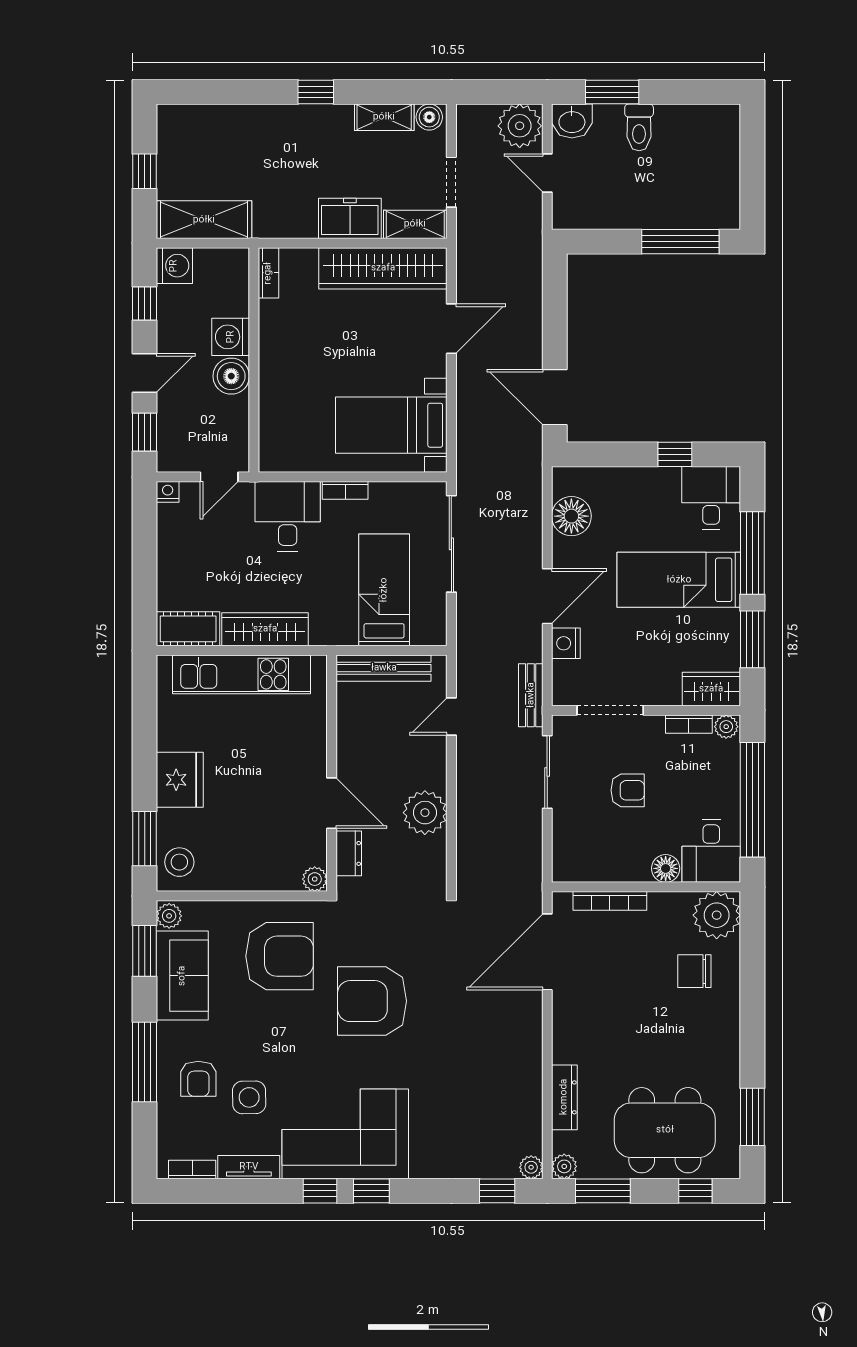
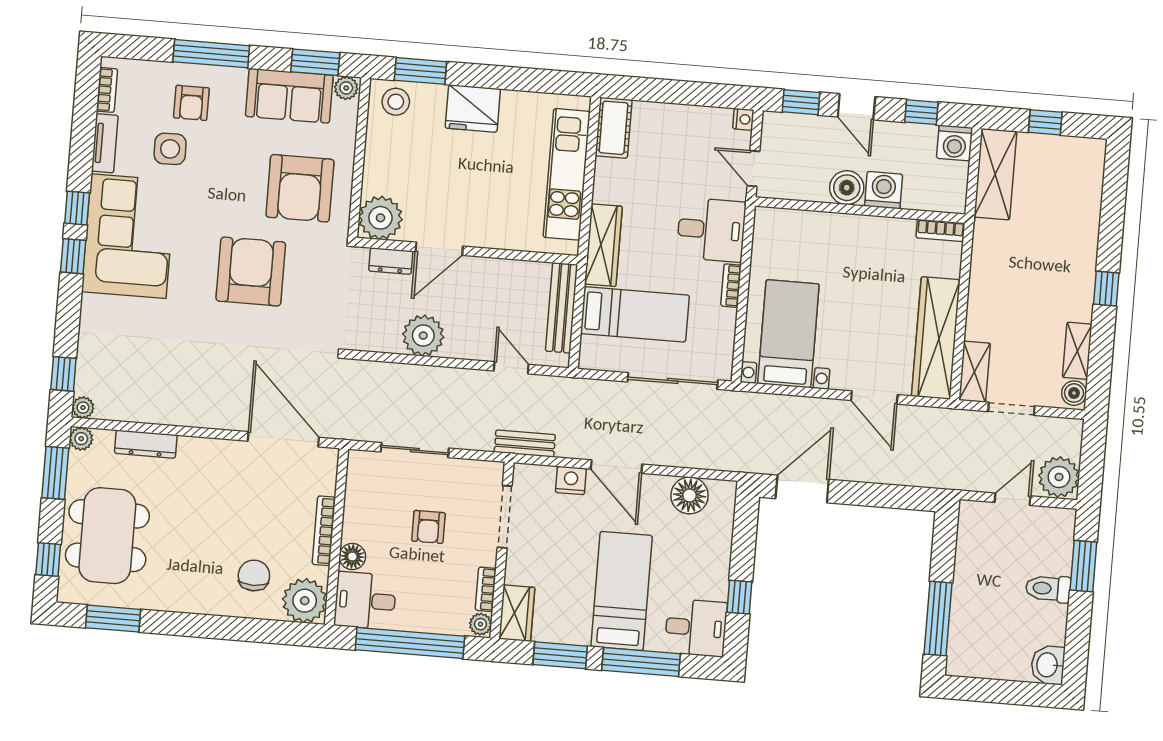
washbasin: (572, 121) -> (1048, 665), moved
freezer: (350, 218) -> (985, 311), removed
wardrobe: (265, 629) -> (603, 245), moved
sliding door: (547, 772) -> (415, 450), moved
plant: (315, 879) -> (380, 218), width x1.88, depth x1.88
bookcase: (610, 901) -> (324, 531), moved
armchair: (198, 1079) -> (191, 103), turned -90

